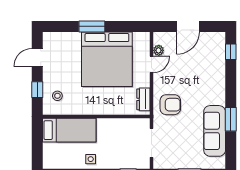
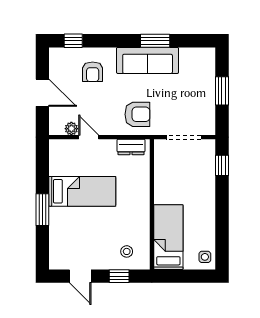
bed: (107, 59) -> (82, 191), width x0.49
armchair: (205, 68) -> (93, 72), added
armchair: (170, 105) -> (137, 114), turned 90
sofa: (215, 131) -> (148, 60), moved
side table: (91, 159) -> (205, 257), moved

